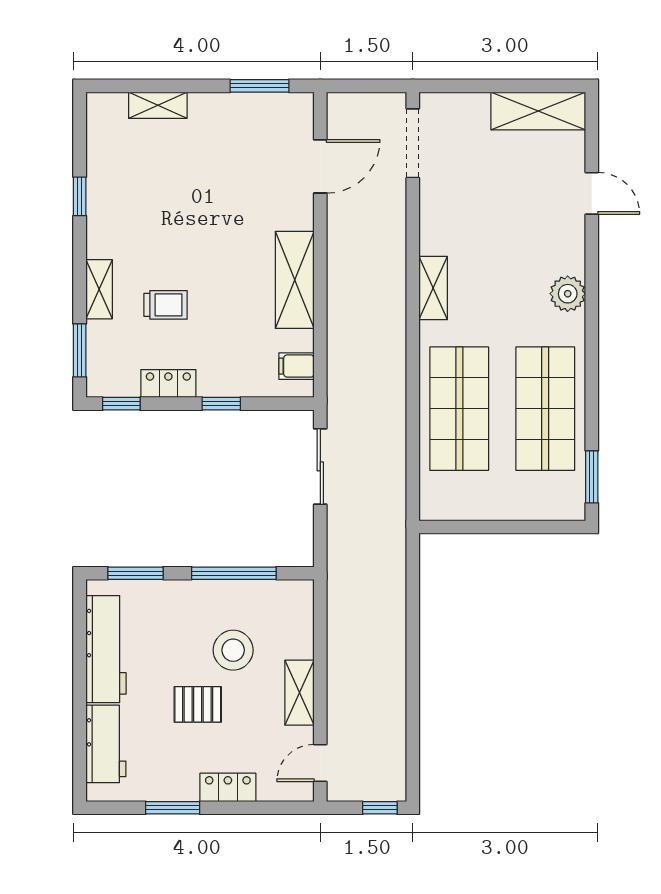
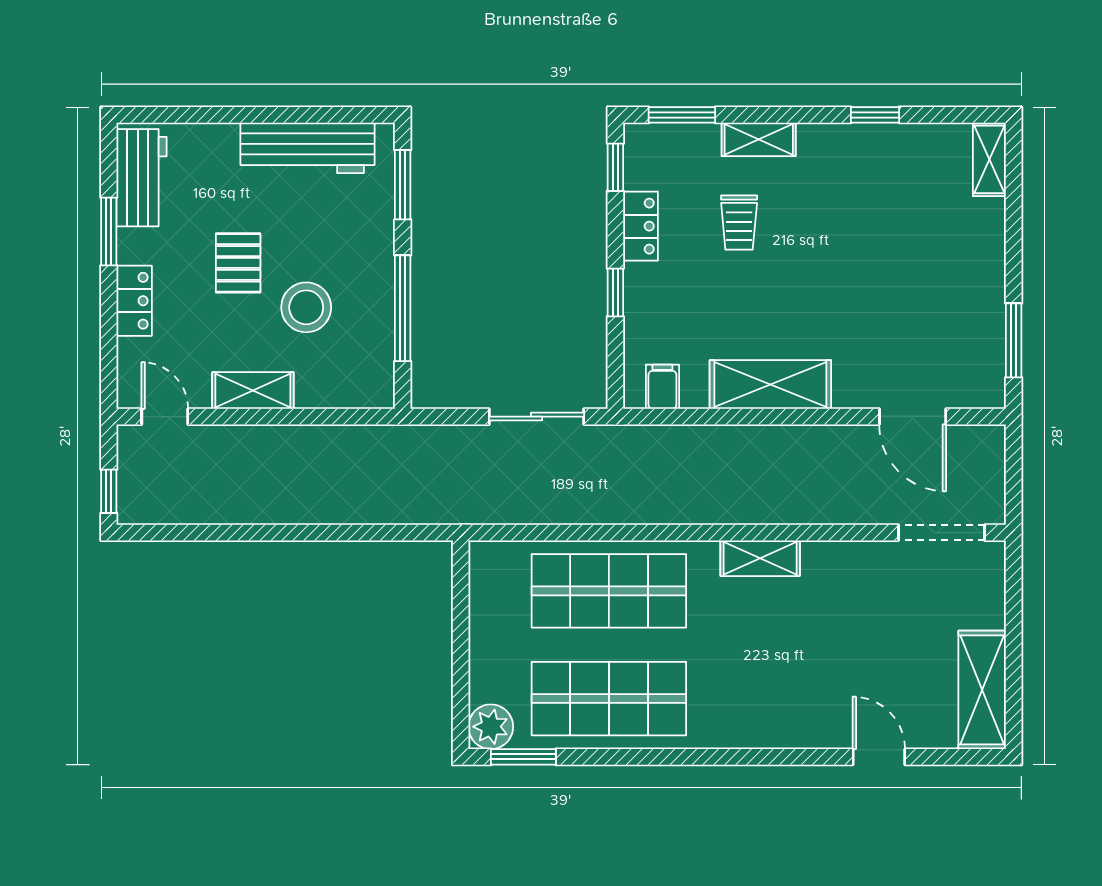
shelving: (158, 105) -> (989, 159), moved
door: (592, 193) -> (879, 757), swing flipped
plant: (568, 294) -> (491, 727), moved
workbench: (106, 744) -> (142, 178), moved, turned -90

